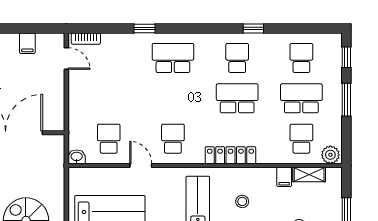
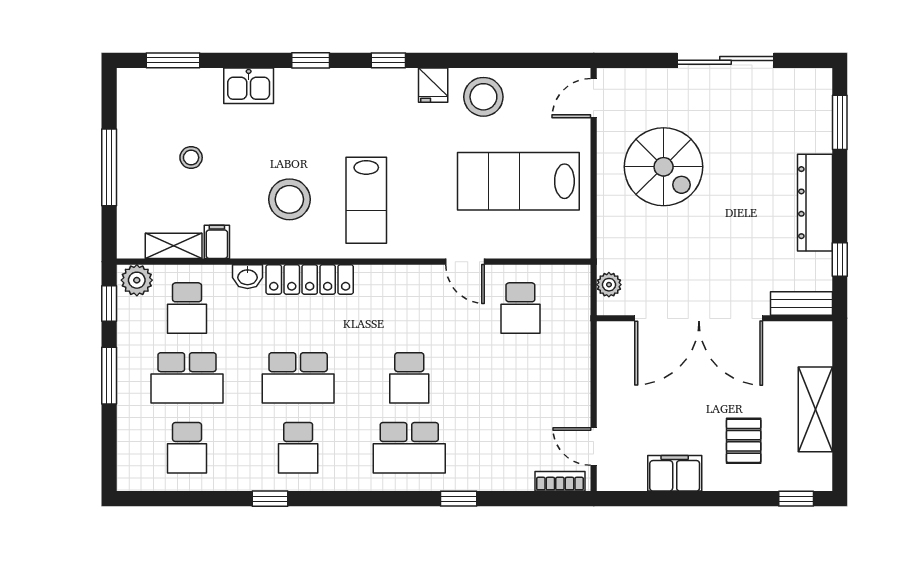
filing cabinet: (27, 43) -> (675, 473), width x2.00
window: (346, 57) -> (109, 304), moved
school desk: (173, 139) -> (409, 378), moved
plant: (58, 152) -> (609, 285), added
washbasin: (77, 157) -> (248, 277), moved
stool: (242, 201) -> (289, 199), width x1.89, depth x1.89

